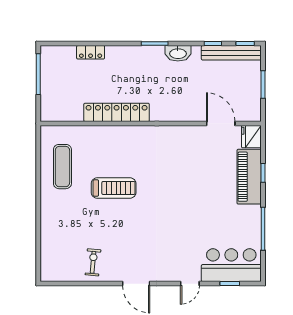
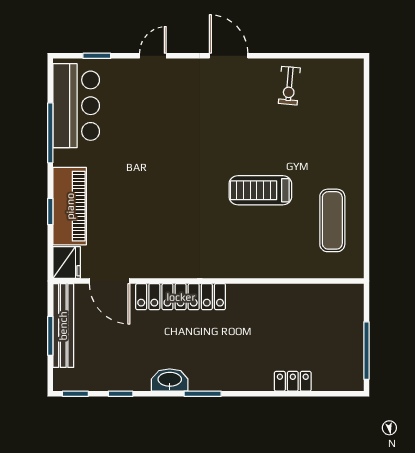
bench: (231, 53) -> (63, 326), moved, turned 90
locker: (117, 112) -> (181, 297), moved
bar counter: (231, 265) -> (76, 106), moved, turned -90

